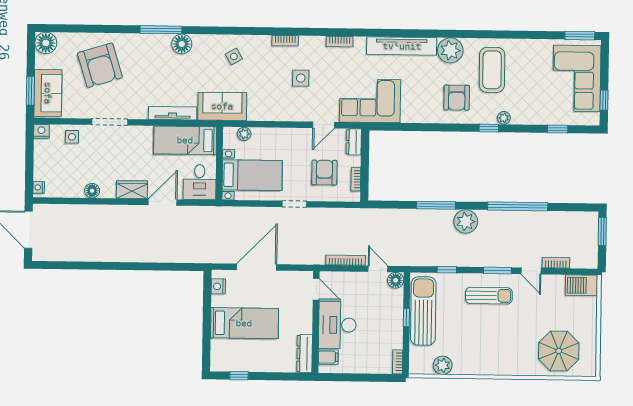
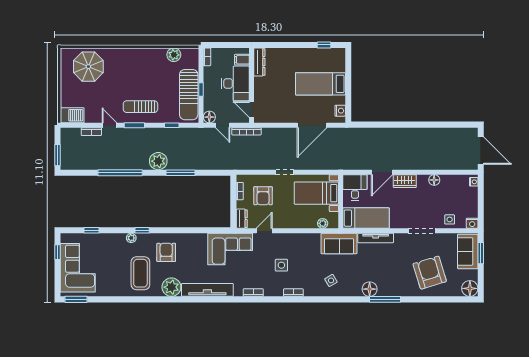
door: (316, 289) -> (252, 110), moved
wall: (316, 322) -> (252, 85), moved
desk: (337, 325) -> (235, 83), moved
dresser: (305, 354) -> (259, 62), moved
filing cabinet: (328, 357) -> (242, 60), moved

